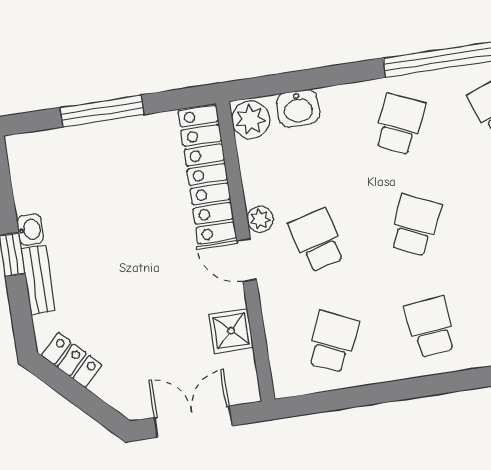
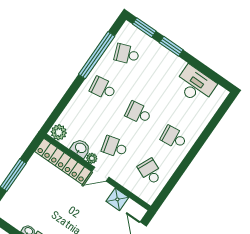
washbasin: (298, 108) -> (80, 148), moved, turned -90
school desk: (400, 124) -> (103, 88), turned -33
school desk: (415, 225) -> (138, 113), turned -33

